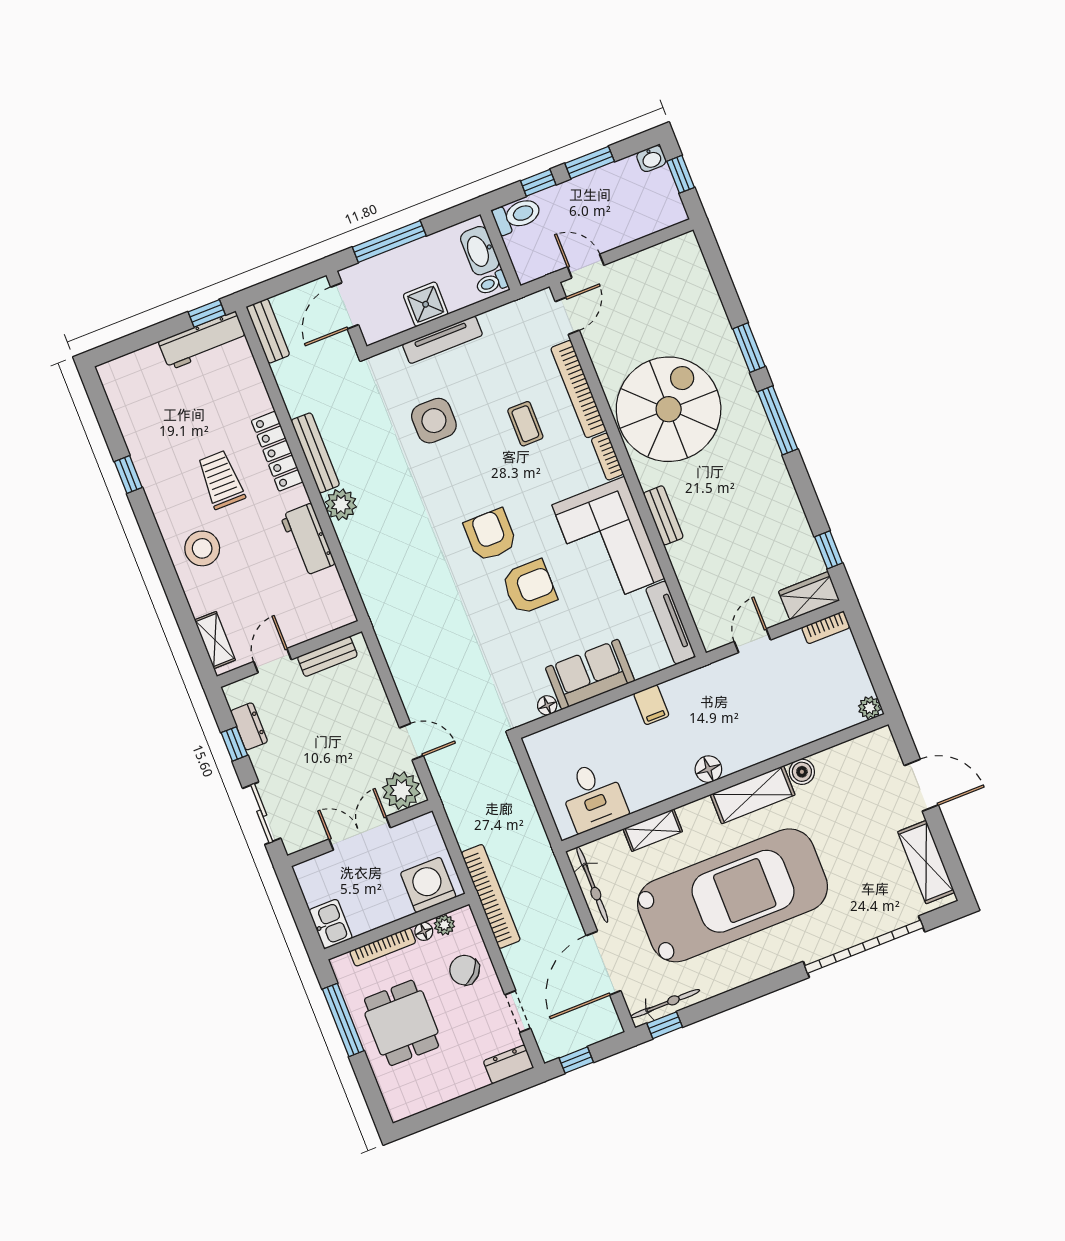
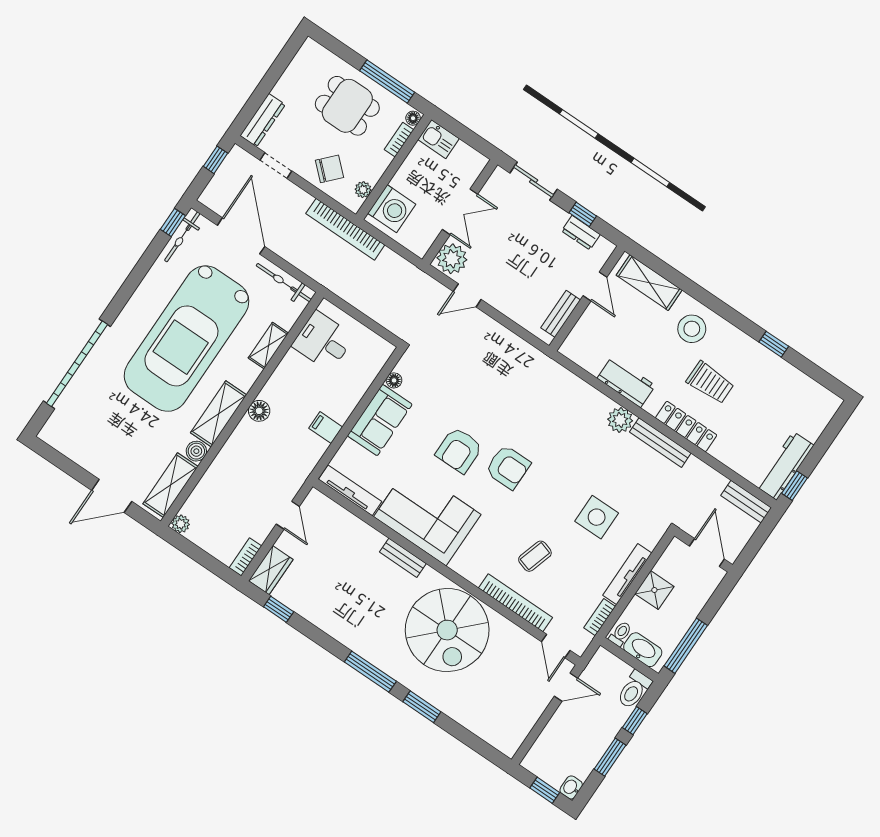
window: (389, 241) -> (686, 646), moved
coffee table: (525, 424) -> (535, 556), turned -73
bookcase: (607, 457) -> (600, 617), moved, turned -90
shelving: (215, 640) -> (649, 283), width x1.50, depth x1.33
shelving: (926, 862) -> (170, 485), moved, turned 90
floor lamp: (424, 931) -> (413, 118), moved
bookcase: (383, 947) -> (399, 140), width x0.64
dresser: (508, 1064) -> (263, 120), width x1.44

